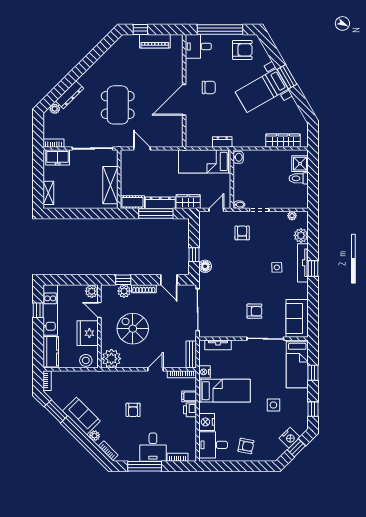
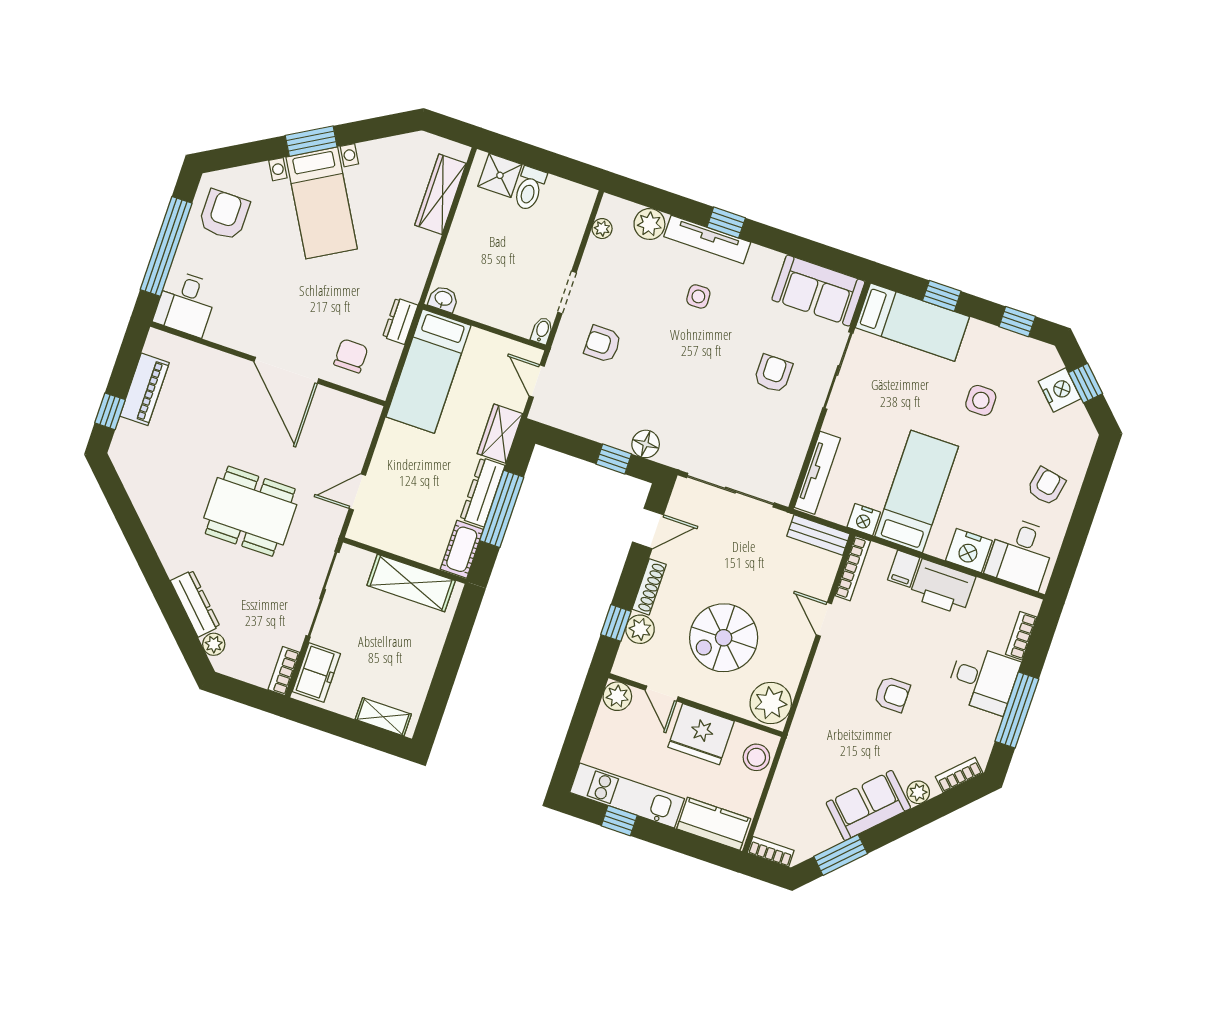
chair: (209, 87) -> (351, 356), moved
door: (99, 310) -> (662, 693), hinge flipped
tv unit: (218, 345) -> (817, 473), width x1.41
printer: (190, 410) -> (942, 587), width x1.87, depth x1.48

